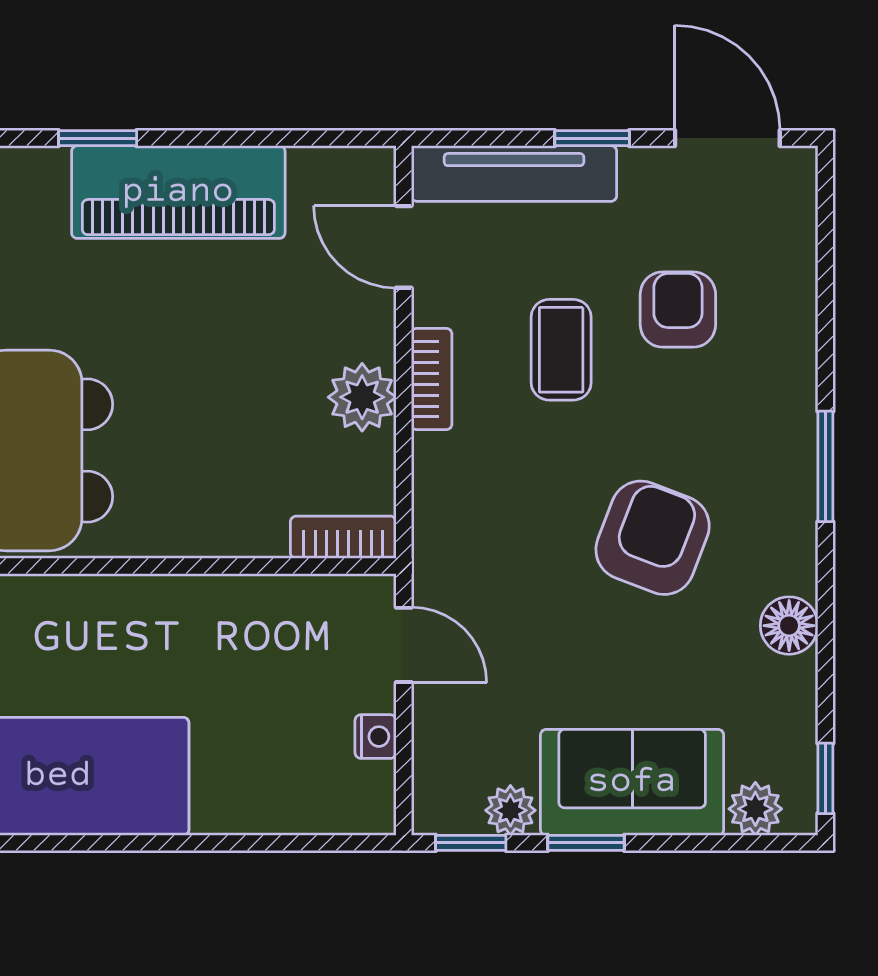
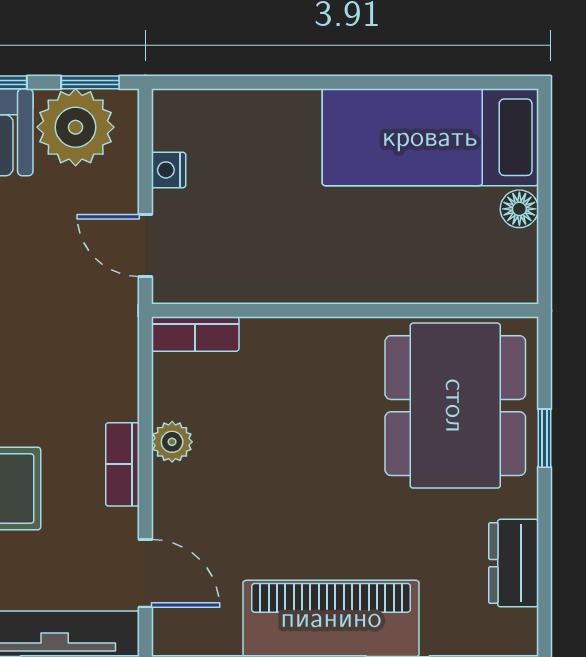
plant: (362, 397) -> (172, 442), width x0.73, depth x0.73
plant: (510, 810) -> (76, 127), width x1.87, depth x1.87

